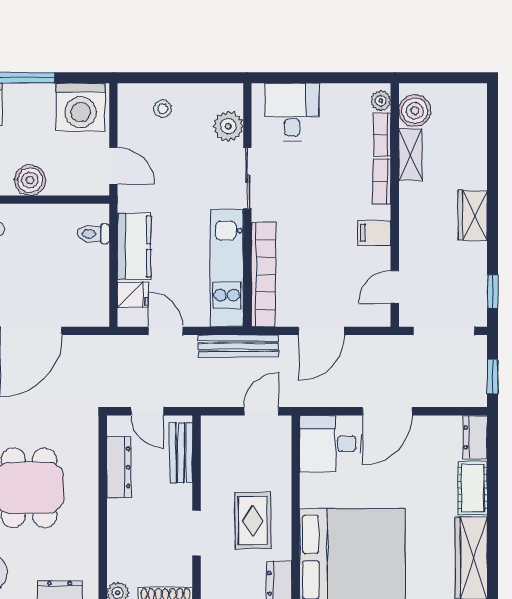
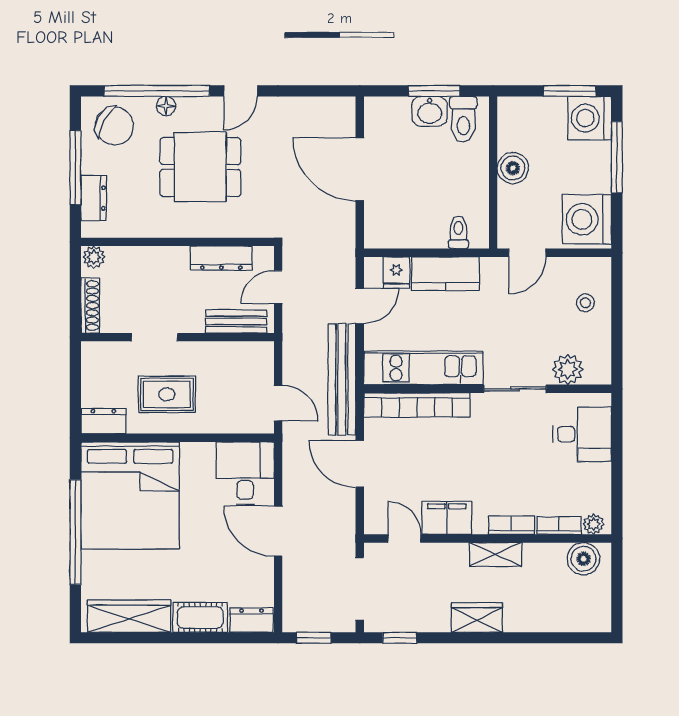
shelving: (410, 155) -> (495, 554), moved
filing cabinet: (374, 233) -> (447, 518), width x2.00
bench: (238, 346) -> (342, 380), width x1.37, depth x1.21

